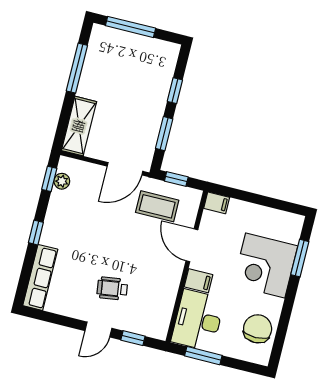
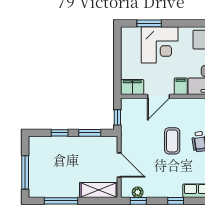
door: (125, 169) -> (119, 165), moved
filing cabinet: (217, 203) -> (132, 87), width x2.00
coffee table: (157, 206) -> (172, 141), moved

